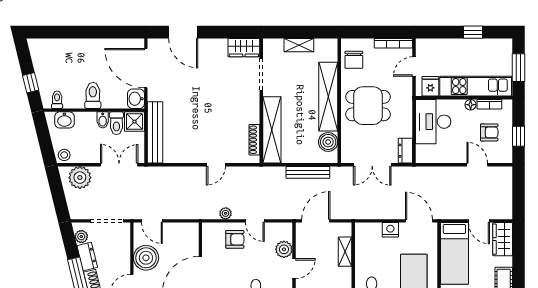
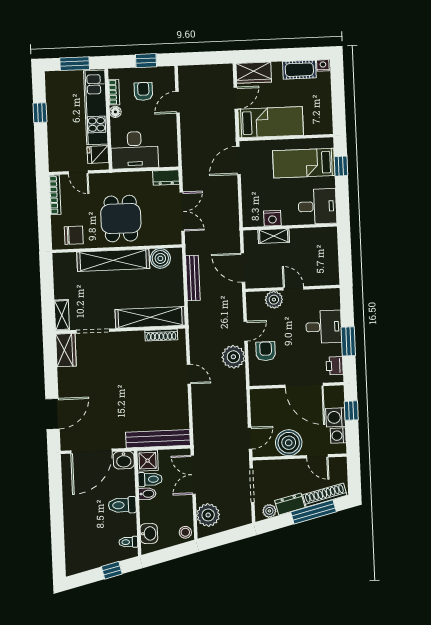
shelving: (299, 45) -> (62, 315), moved
plant: (226, 213) -> (233, 357), width x1.87, depth x1.87
nightstand: (390, 230) -> (272, 218), moved, turned -90

